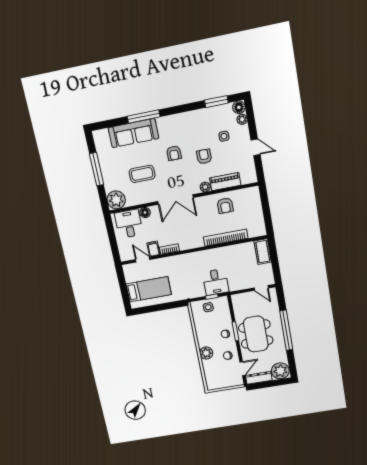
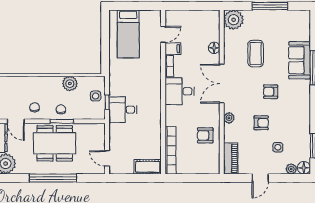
sofa: (133, 133) -> (299, 60), width x0.73
piano: (225, 182) -> (231, 158), moved
desk: (129, 224) -> (180, 91), moved, turned 180
bookcase: (226, 238) -> (170, 150), moved
door: (261, 288) -> (107, 158), hinge flipped
plant: (206, 353) -> (70, 84), moved

